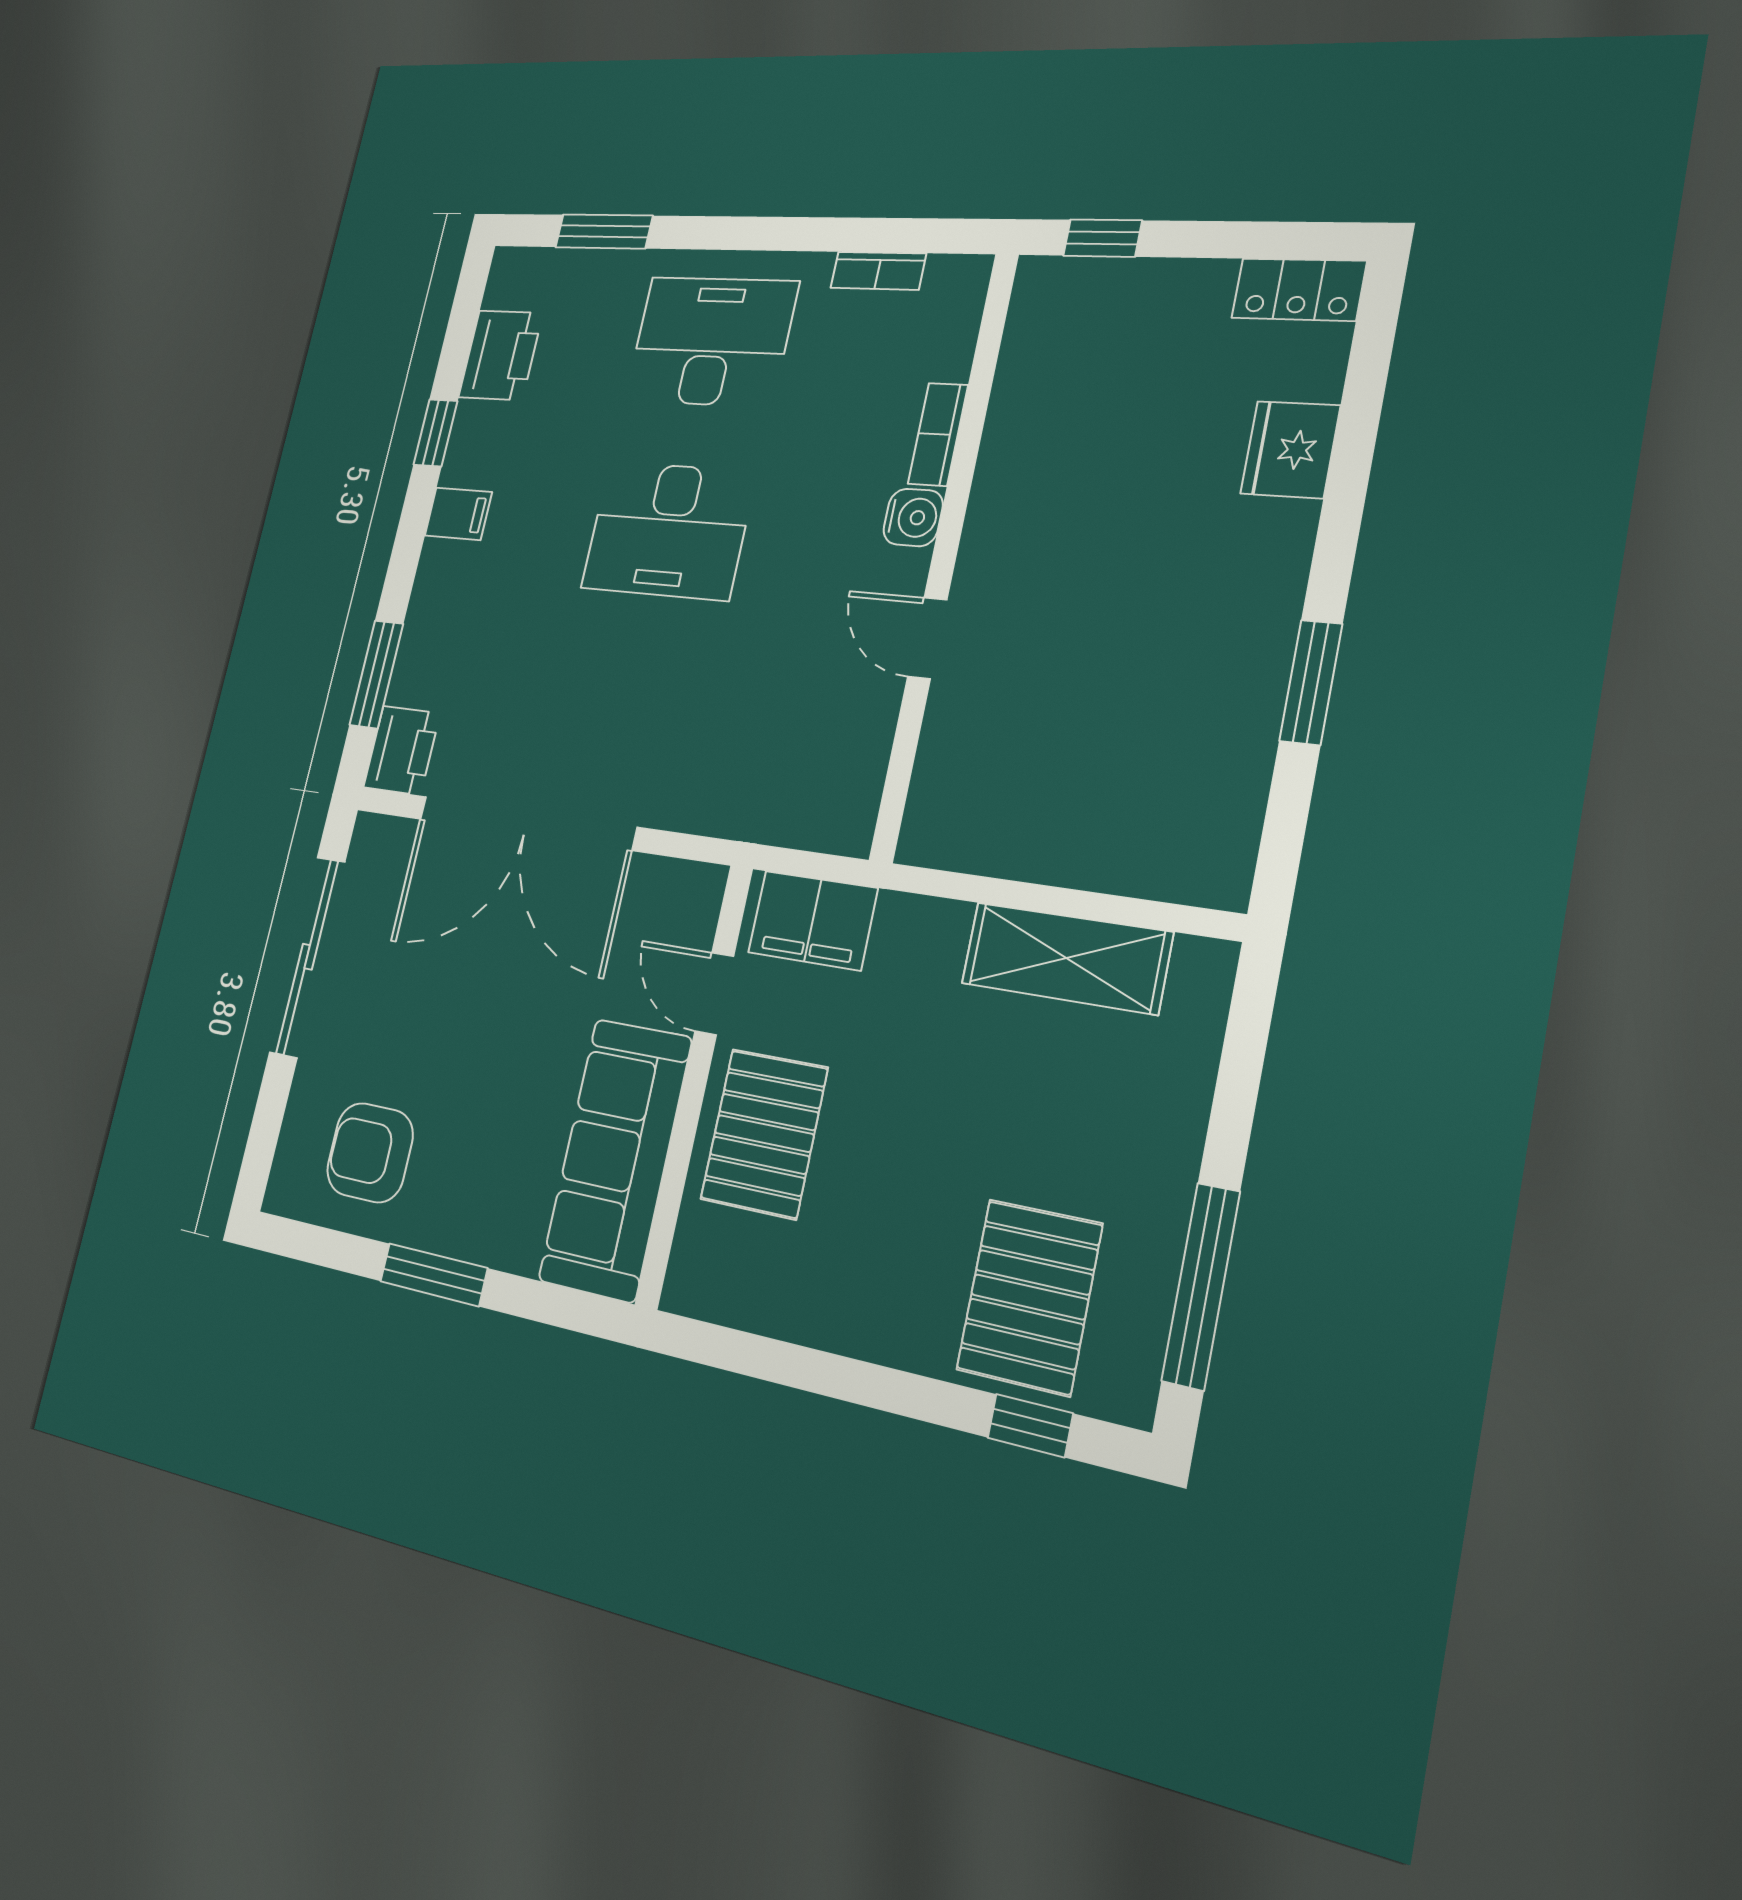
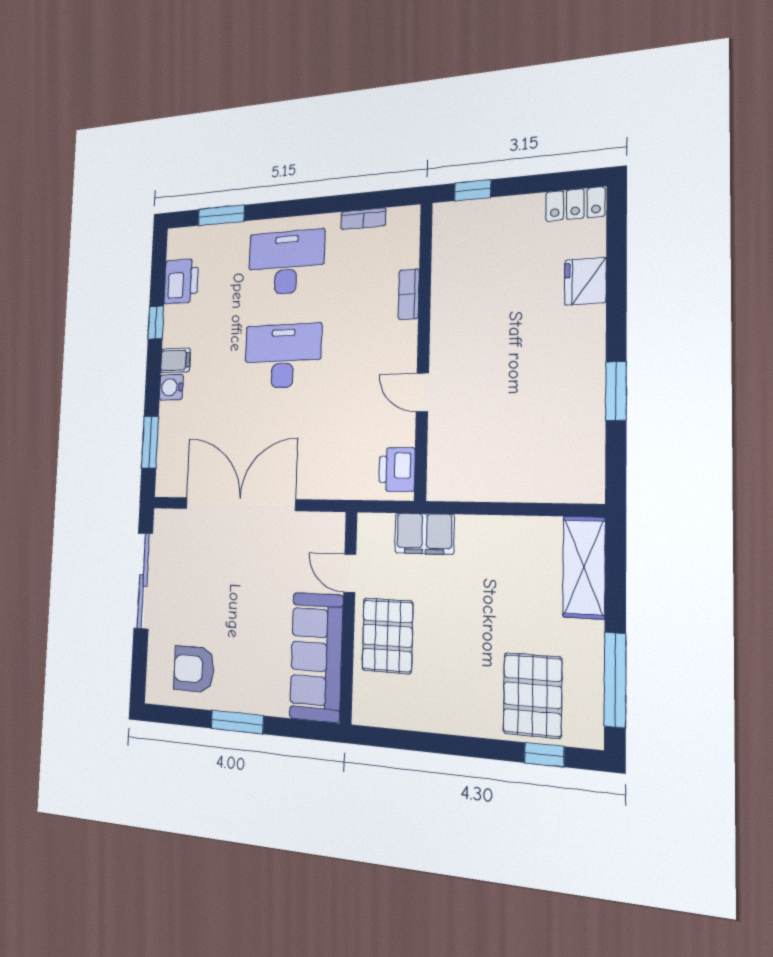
water cooler: (913, 517) -> (171, 387), moved, turned 180
desk: (668, 530) -> (283, 356), turned 180
printer: (402, 750) -> (397, 469), moved, turned 180
double door: (526, 823) -> (240, 504), swing flipped
filing cabinet: (813, 920) -> (424, 534), moved
shelving: (1066, 958) -> (584, 567), moved, turned 90

